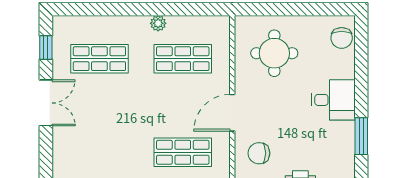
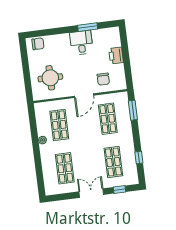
window: (46, 48) -> (120, 189), moved
desk: (333, 100) -> (81, 43), moved
door: (232, 113) -> (84, 96), hinge flipped
shop shelf: (99, 152) -> (113, 162), added

